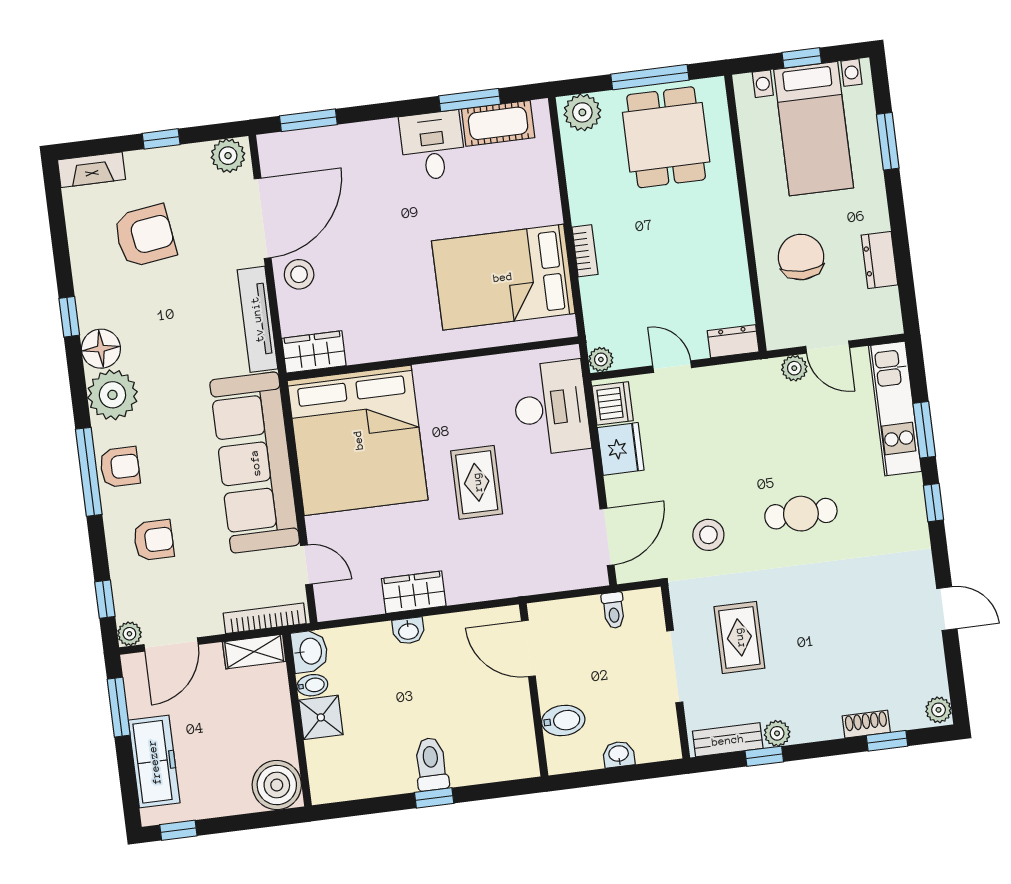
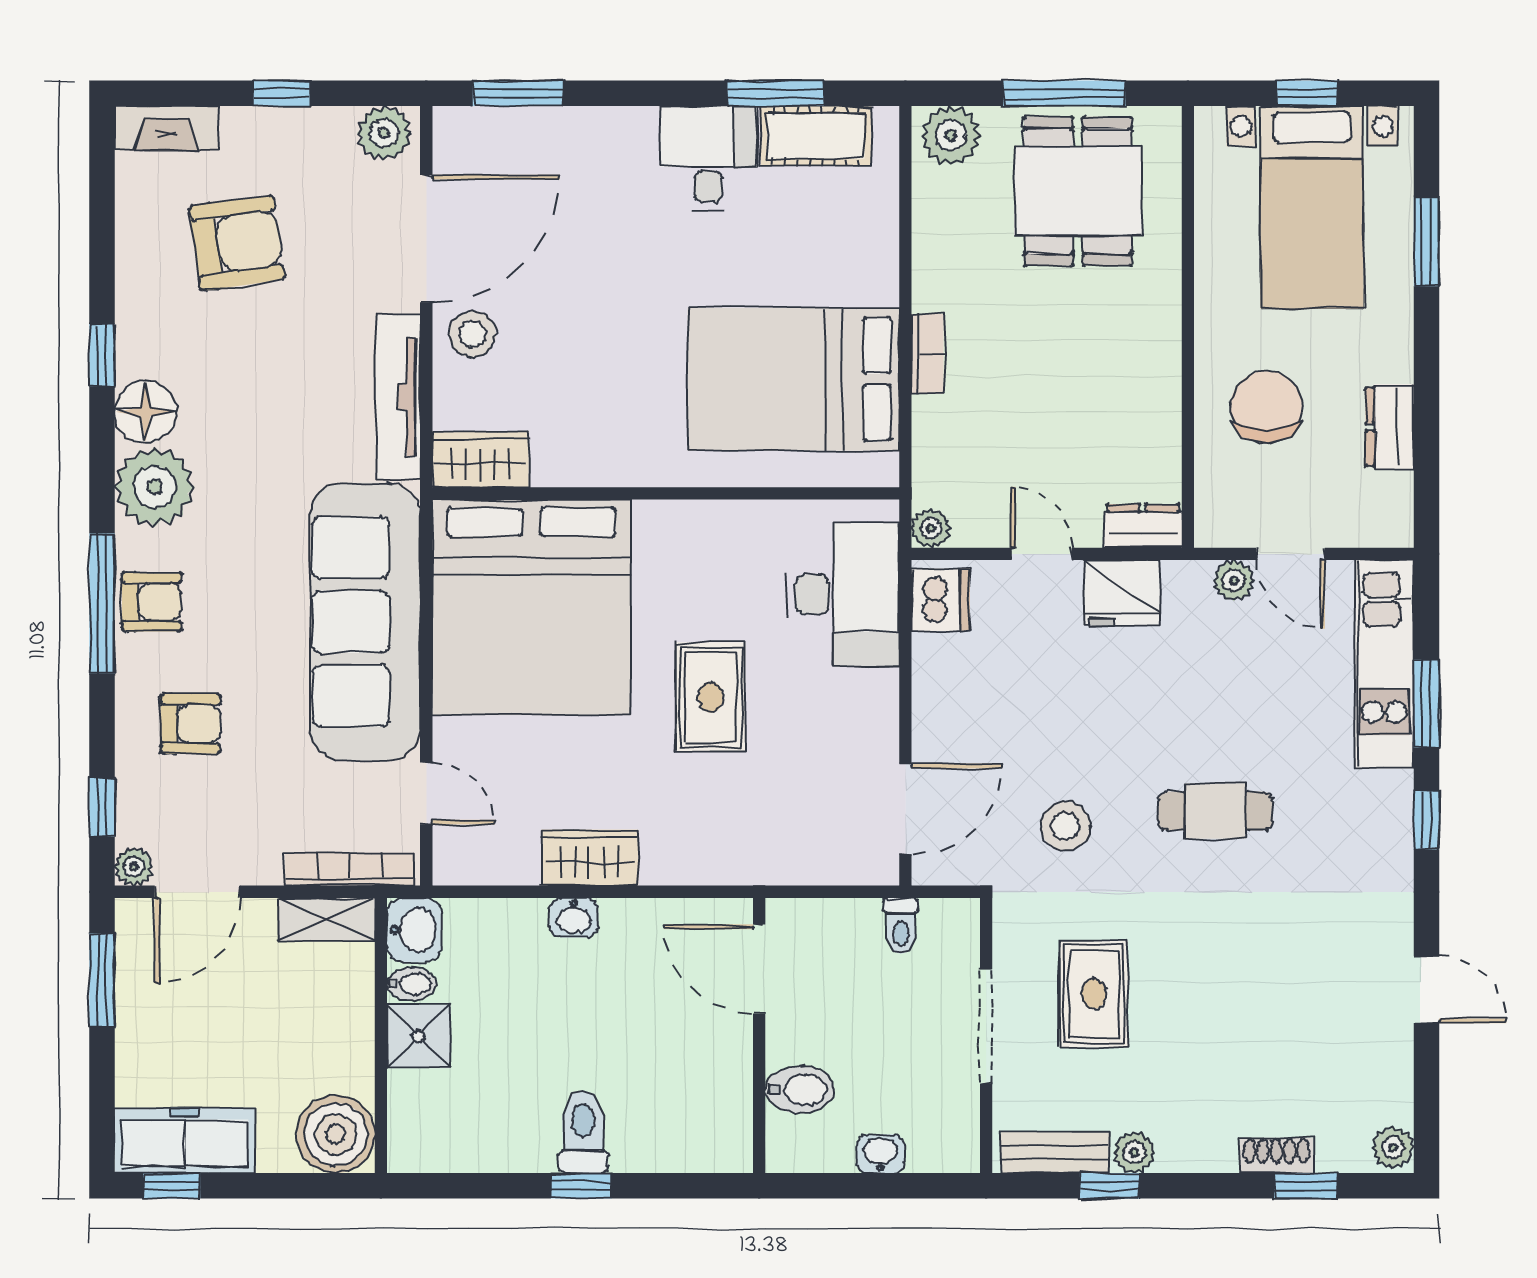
fridge: (621, 449) -> (1122, 593), moved, turned 90
freezer: (154, 762) -> (185, 1141), moved, turned -90

